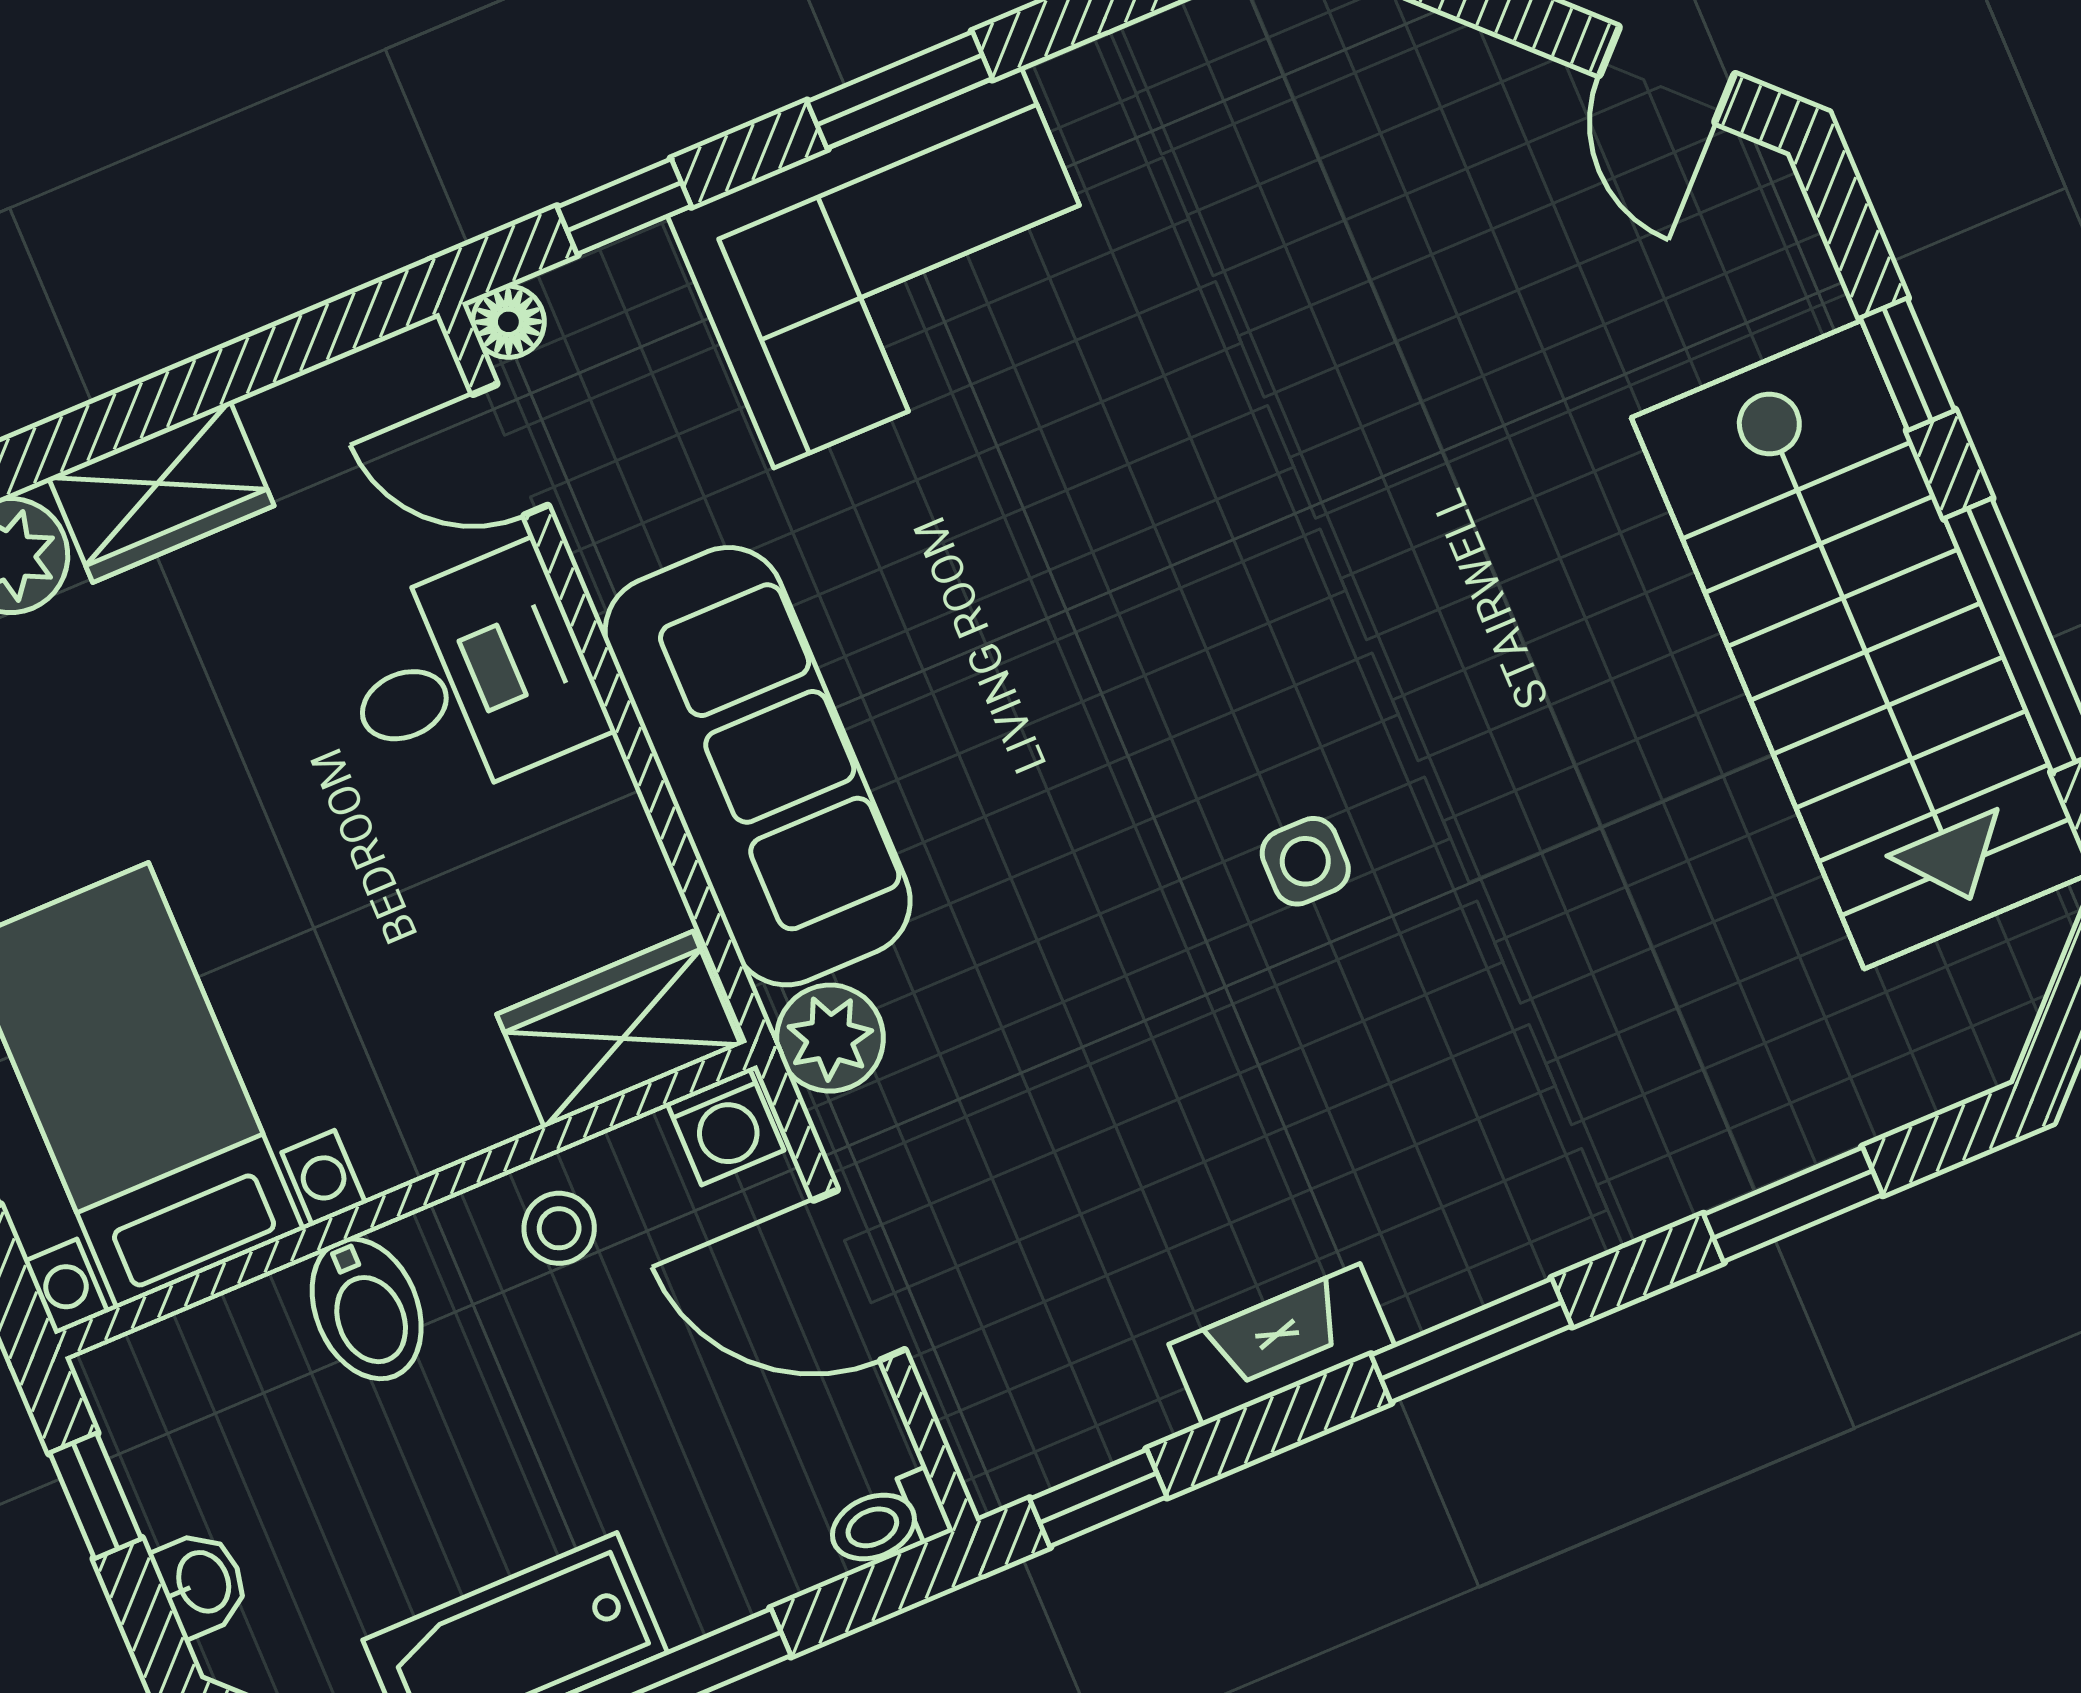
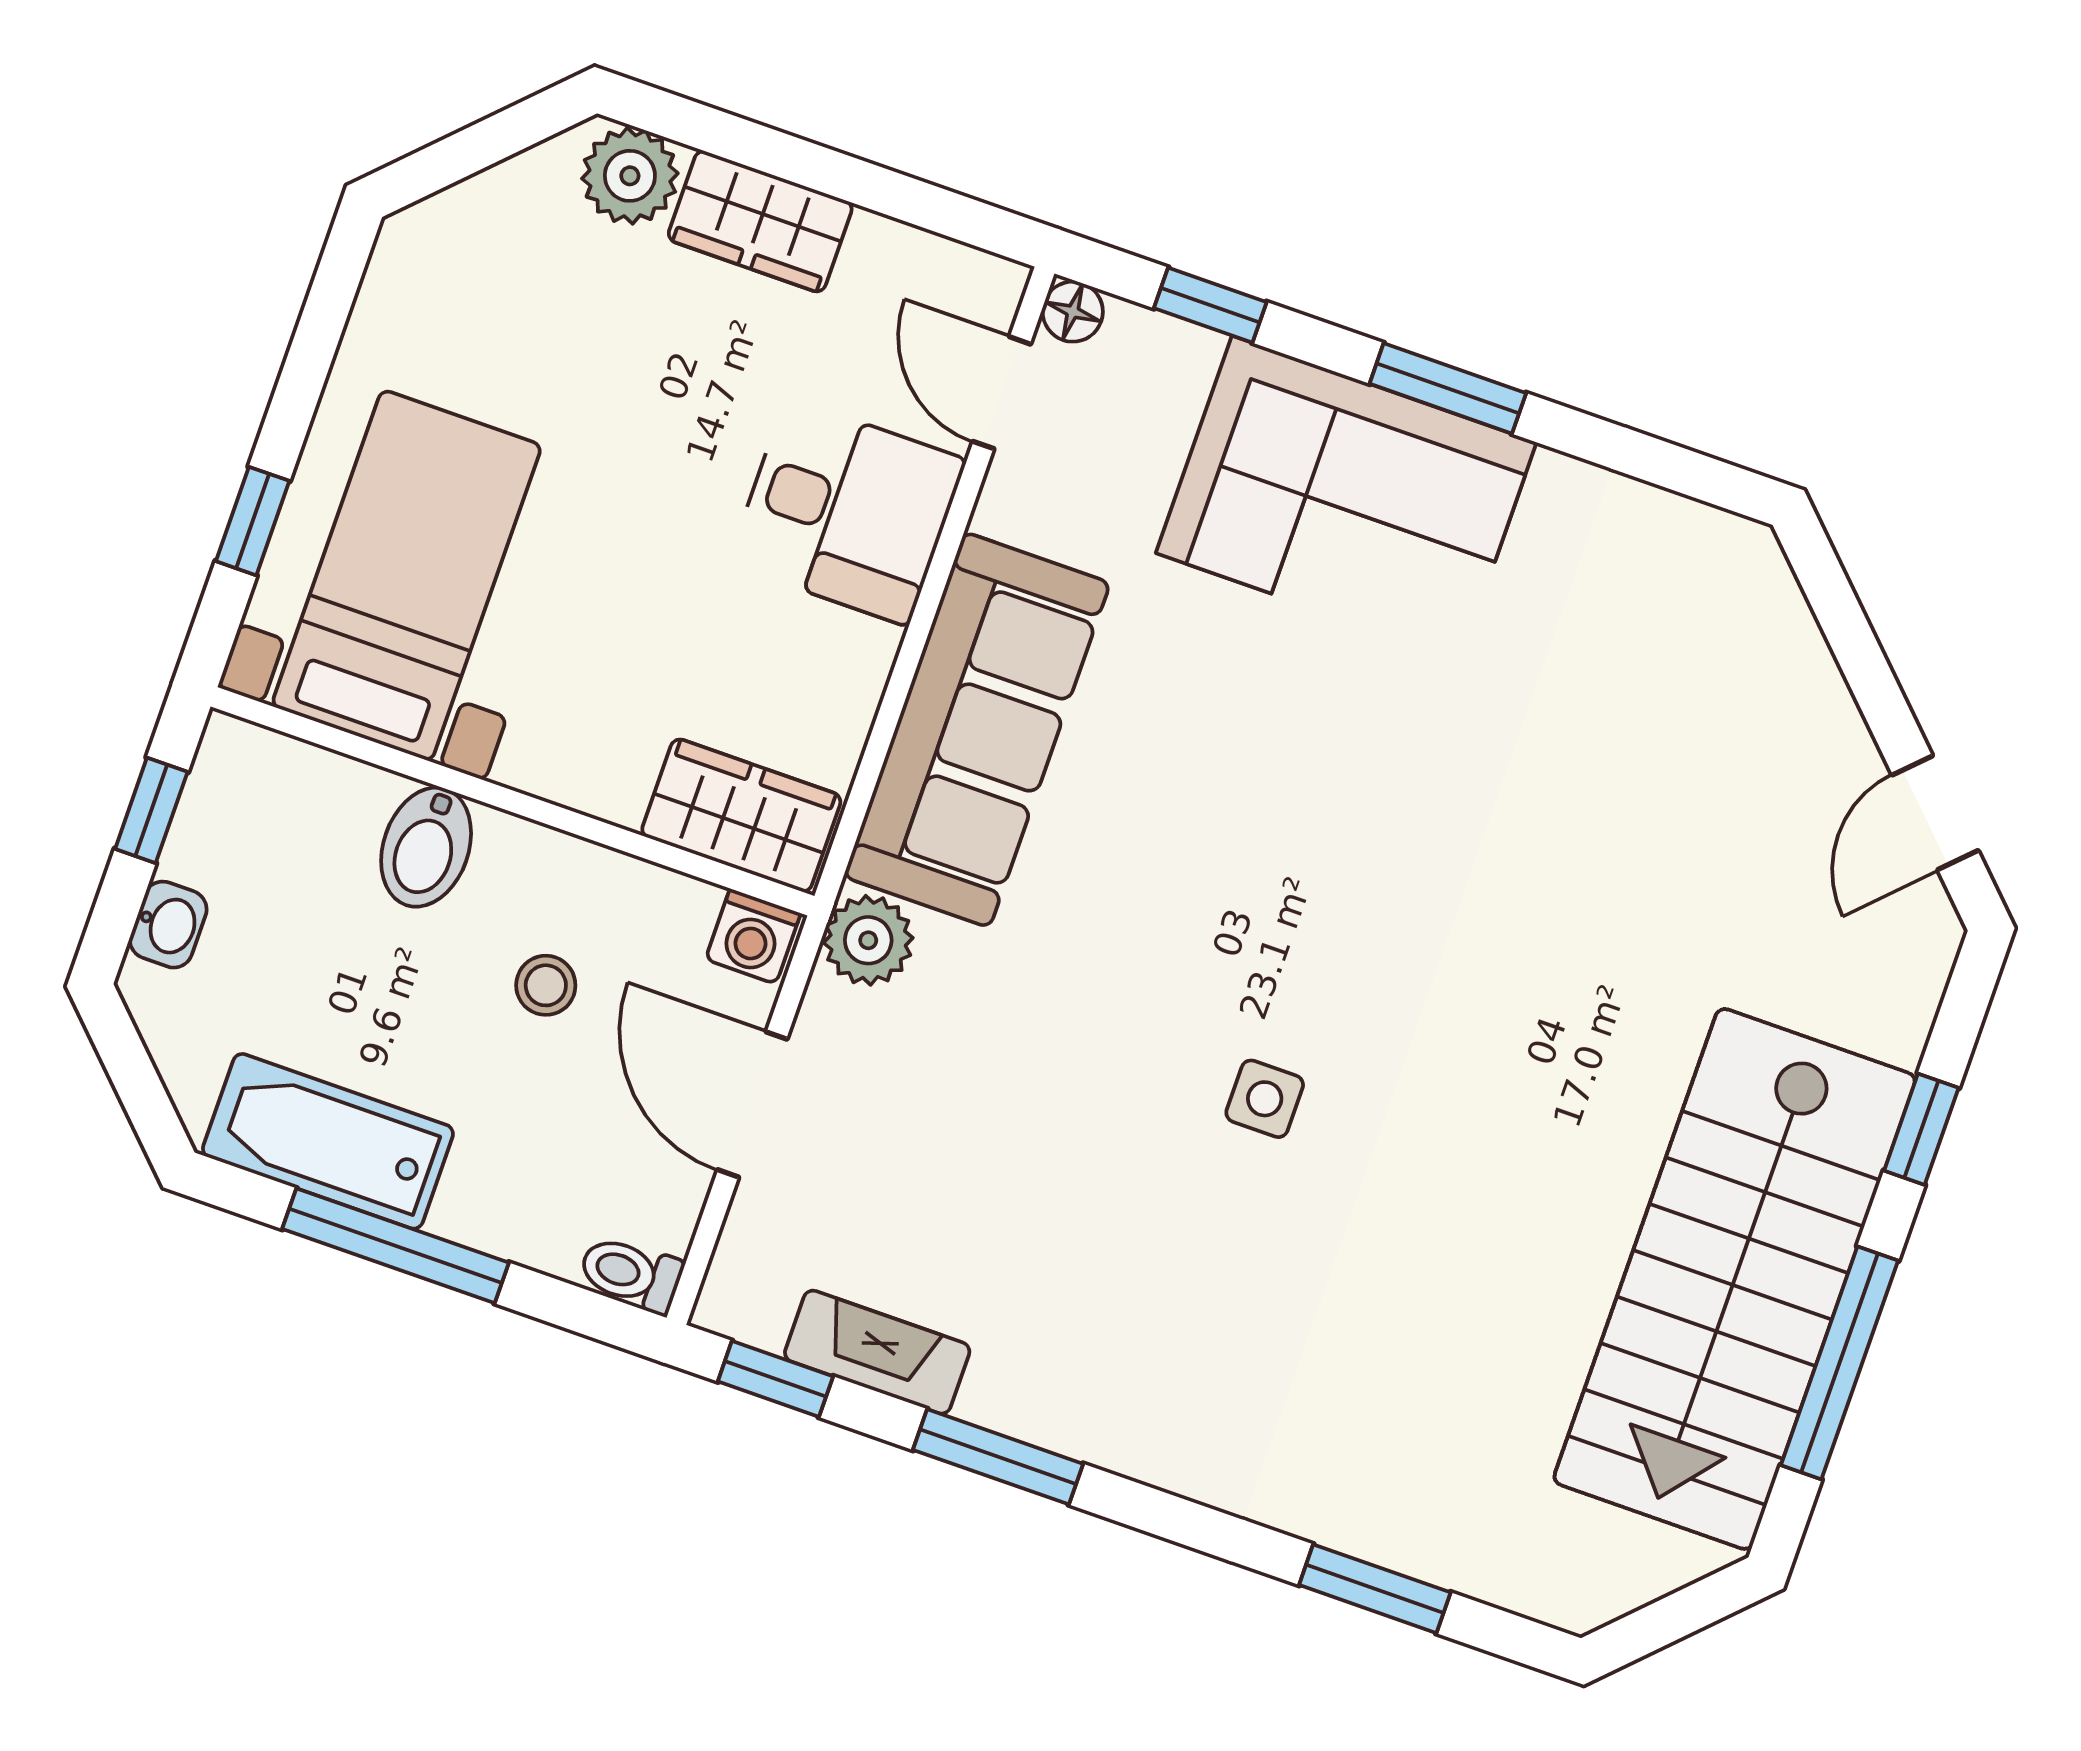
stool: (559, 1228) -> (546, 985), moved
window: (1471, 1340) -> (998, 1457), moved
fireplace: (1282, 1345) -> (877, 1352), moved

